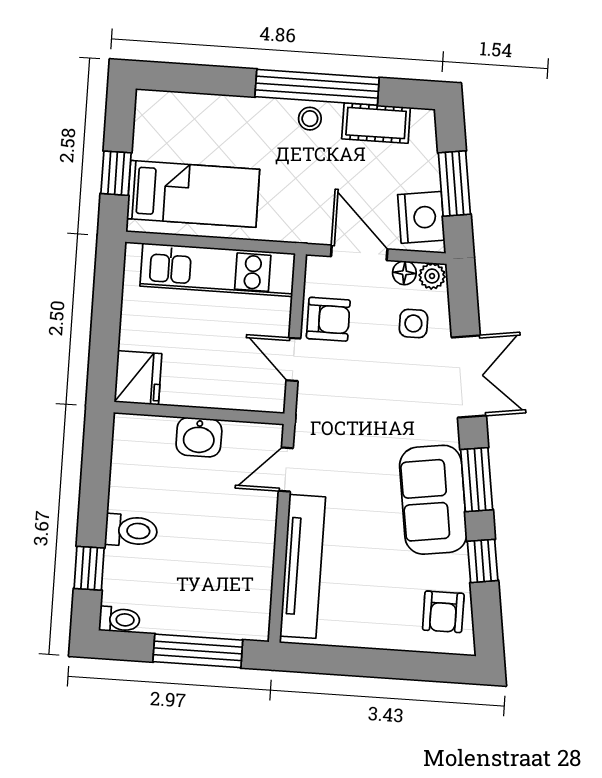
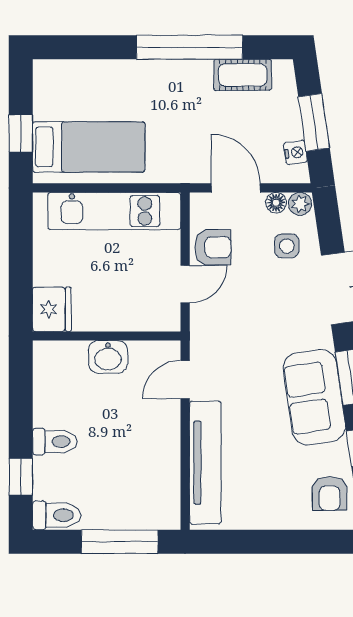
stool: (310, 119) -> (185, 75), removed
nightstand: (421, 217) -> (296, 152), width x0.53, depth x0.56
door: (293, 359) -> (185, 284), swing flipped
toilet: (119, 619) -> (57, 515), width x1.37, depth x1.39

